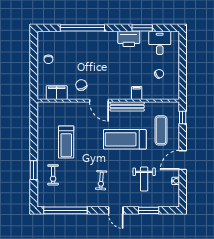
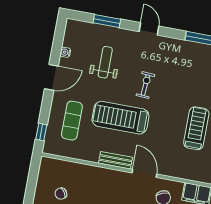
filing cabinet: (137, 93) -> (94, 174), removed
bench: (127, 106) -> (115, 160), width x0.73
treadmill: (125, 139) -> (120, 118), turned 180
exercise bike: (101, 180) -> (145, 85), moved

